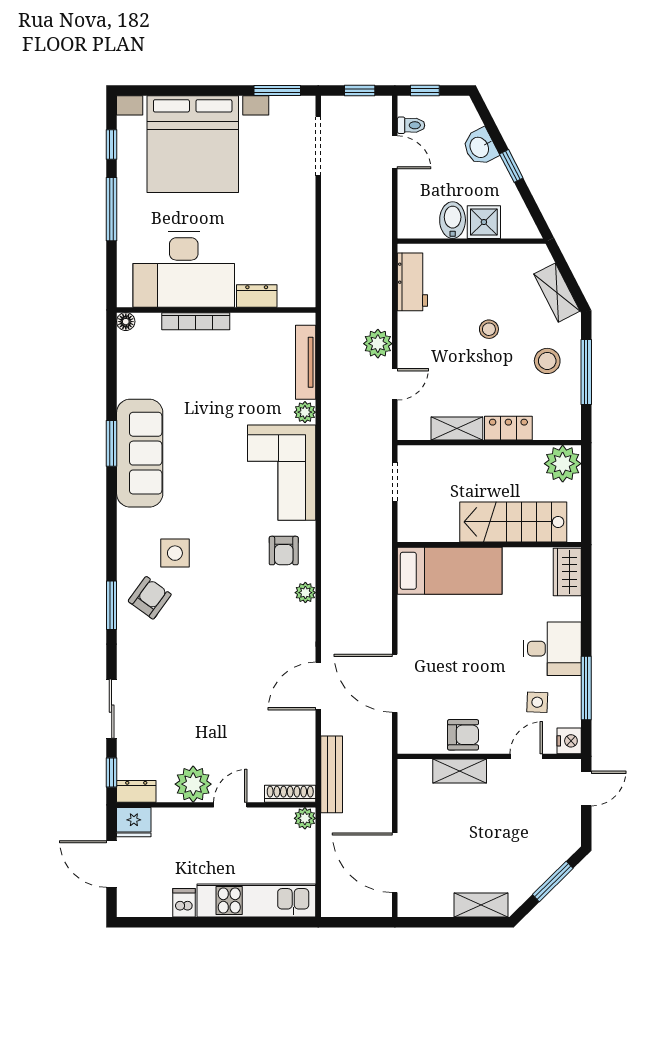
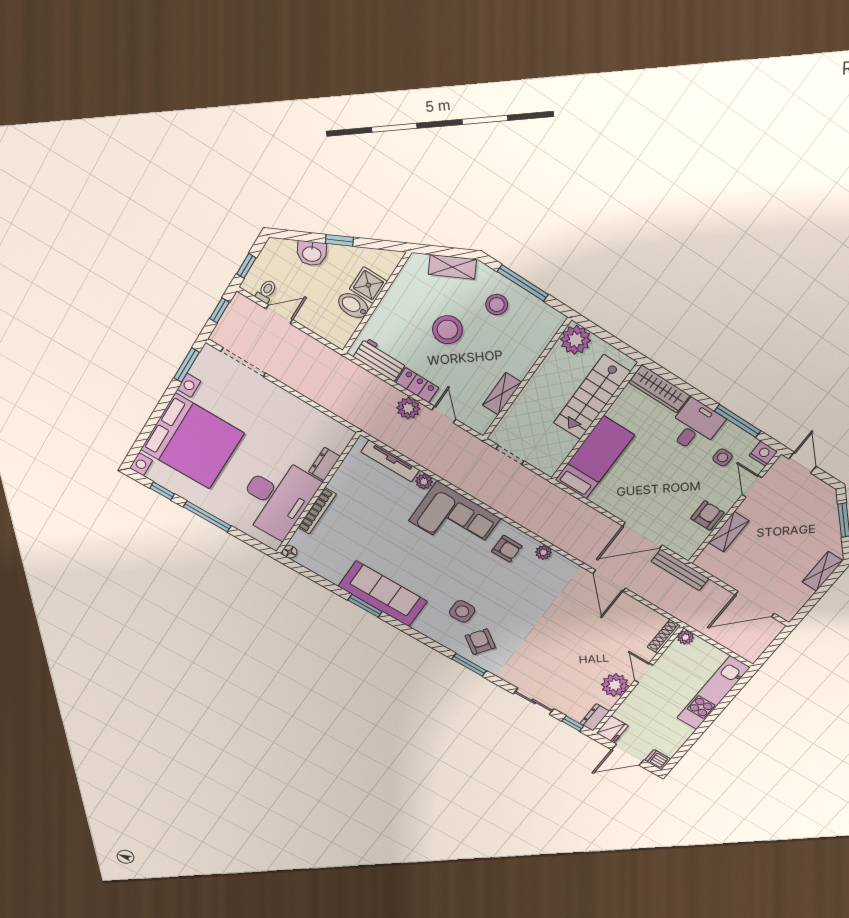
stool: (489, 329) -> (447, 330), width x1.89, depth x1.89
locker: (508, 428) -> (417, 385), moved, turned 90
wardrobe: (567, 572) -> (659, 389), width x1.50
bench: (332, 774) -> (680, 570), moved
dishwasher: (184, 903) -> (658, 760), moved

